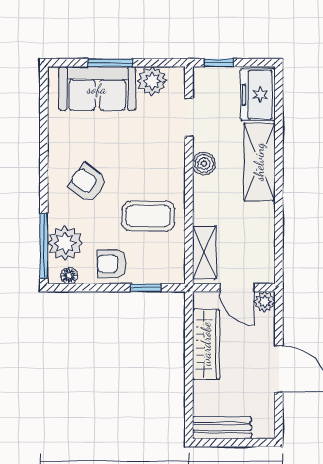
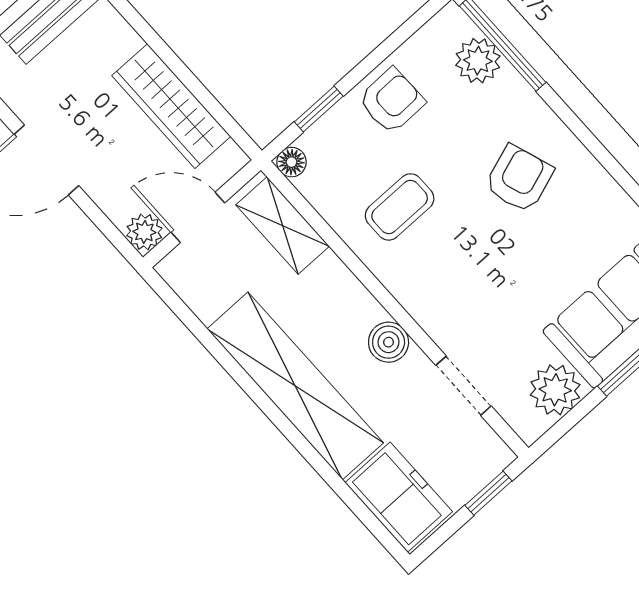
shelving: (259, 162) -> (295, 386), width x1.47
armchair: (88, 183) -> (519, 179), turned -55
coffee table: (148, 216) -> (400, 207), width x0.73, depth x0.77
plant: (65, 243) -> (478, 61), width x0.73, depth x0.73
floor lamp: (69, 276) -> (292, 162), moved

